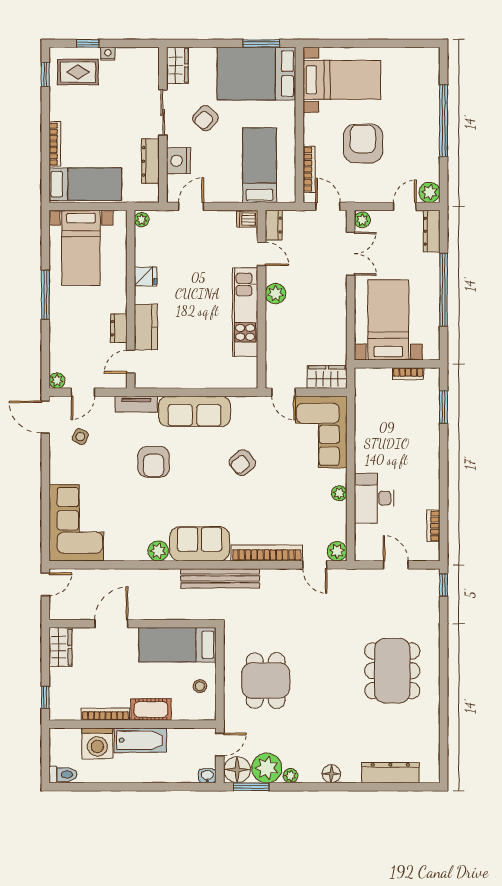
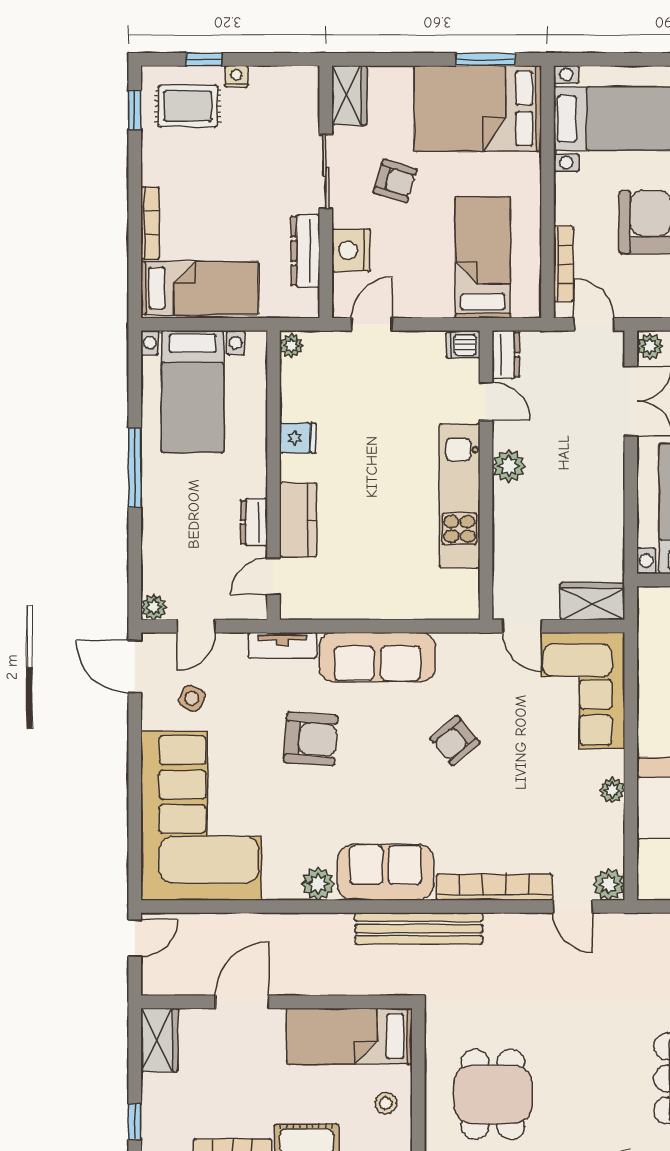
armchair: (206, 118) -> (395, 181), turned -115
armchair: (154, 462) -> (311, 739), turned -86
corner sofa: (76, 523) -> (201, 816), width x1.36, depth x1.36

